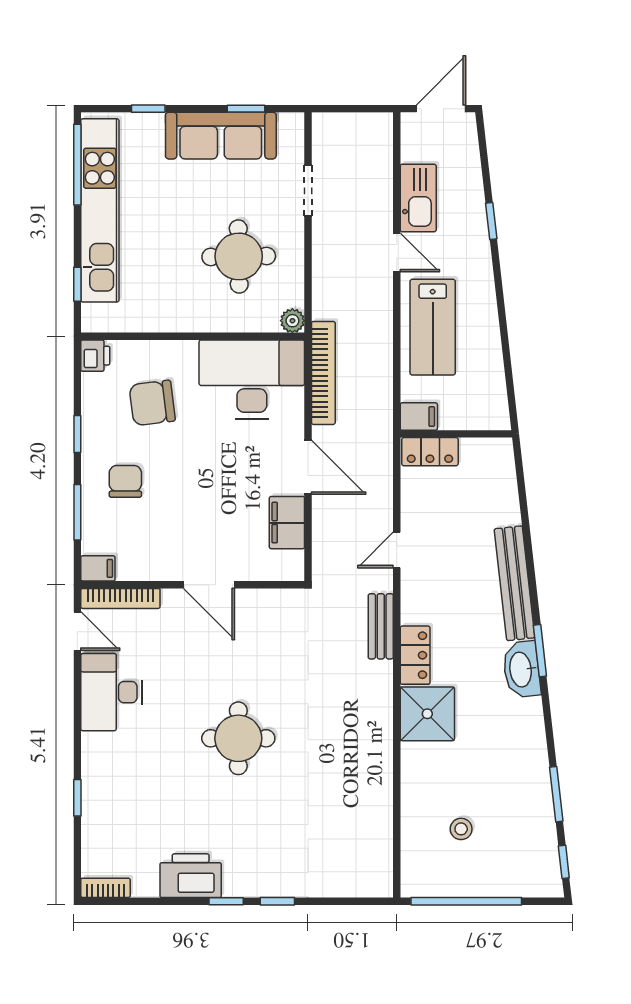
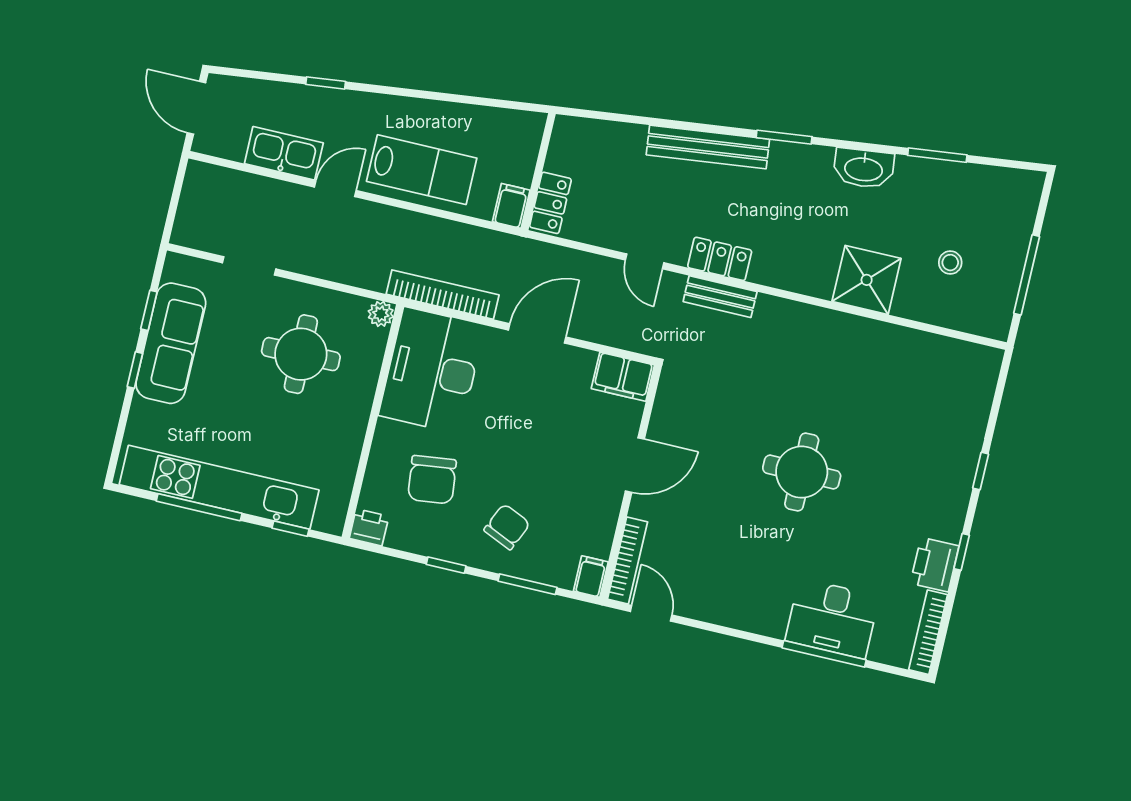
window: (148, 109) -> (135, 370), moved
window: (77, 165) -> (199, 507), moved
chair: (125, 481) -> (507, 527), turned 114
filing cabinet: (287, 523) -> (623, 377), moved
door: (77, 631) -> (651, 613), hinge flipped
locker: (415, 655) -> (720, 259), moved
washbasin: (522, 669) -> (864, 168), moved
desk: (111, 692) -> (832, 618), moved
shower: (427, 714) -> (867, 280), moved
window: (77, 798) -> (824, 654), width x2.17
window: (564, 862) -> (1010, 164), removed
printer: (191, 876) -> (935, 565), width x0.73, depth x0.84
bookcase: (105, 888) -> (928, 632), width x1.56
window: (226, 901) -> (962, 552), moved
window: (466, 901) -> (1027, 275), width x0.68

